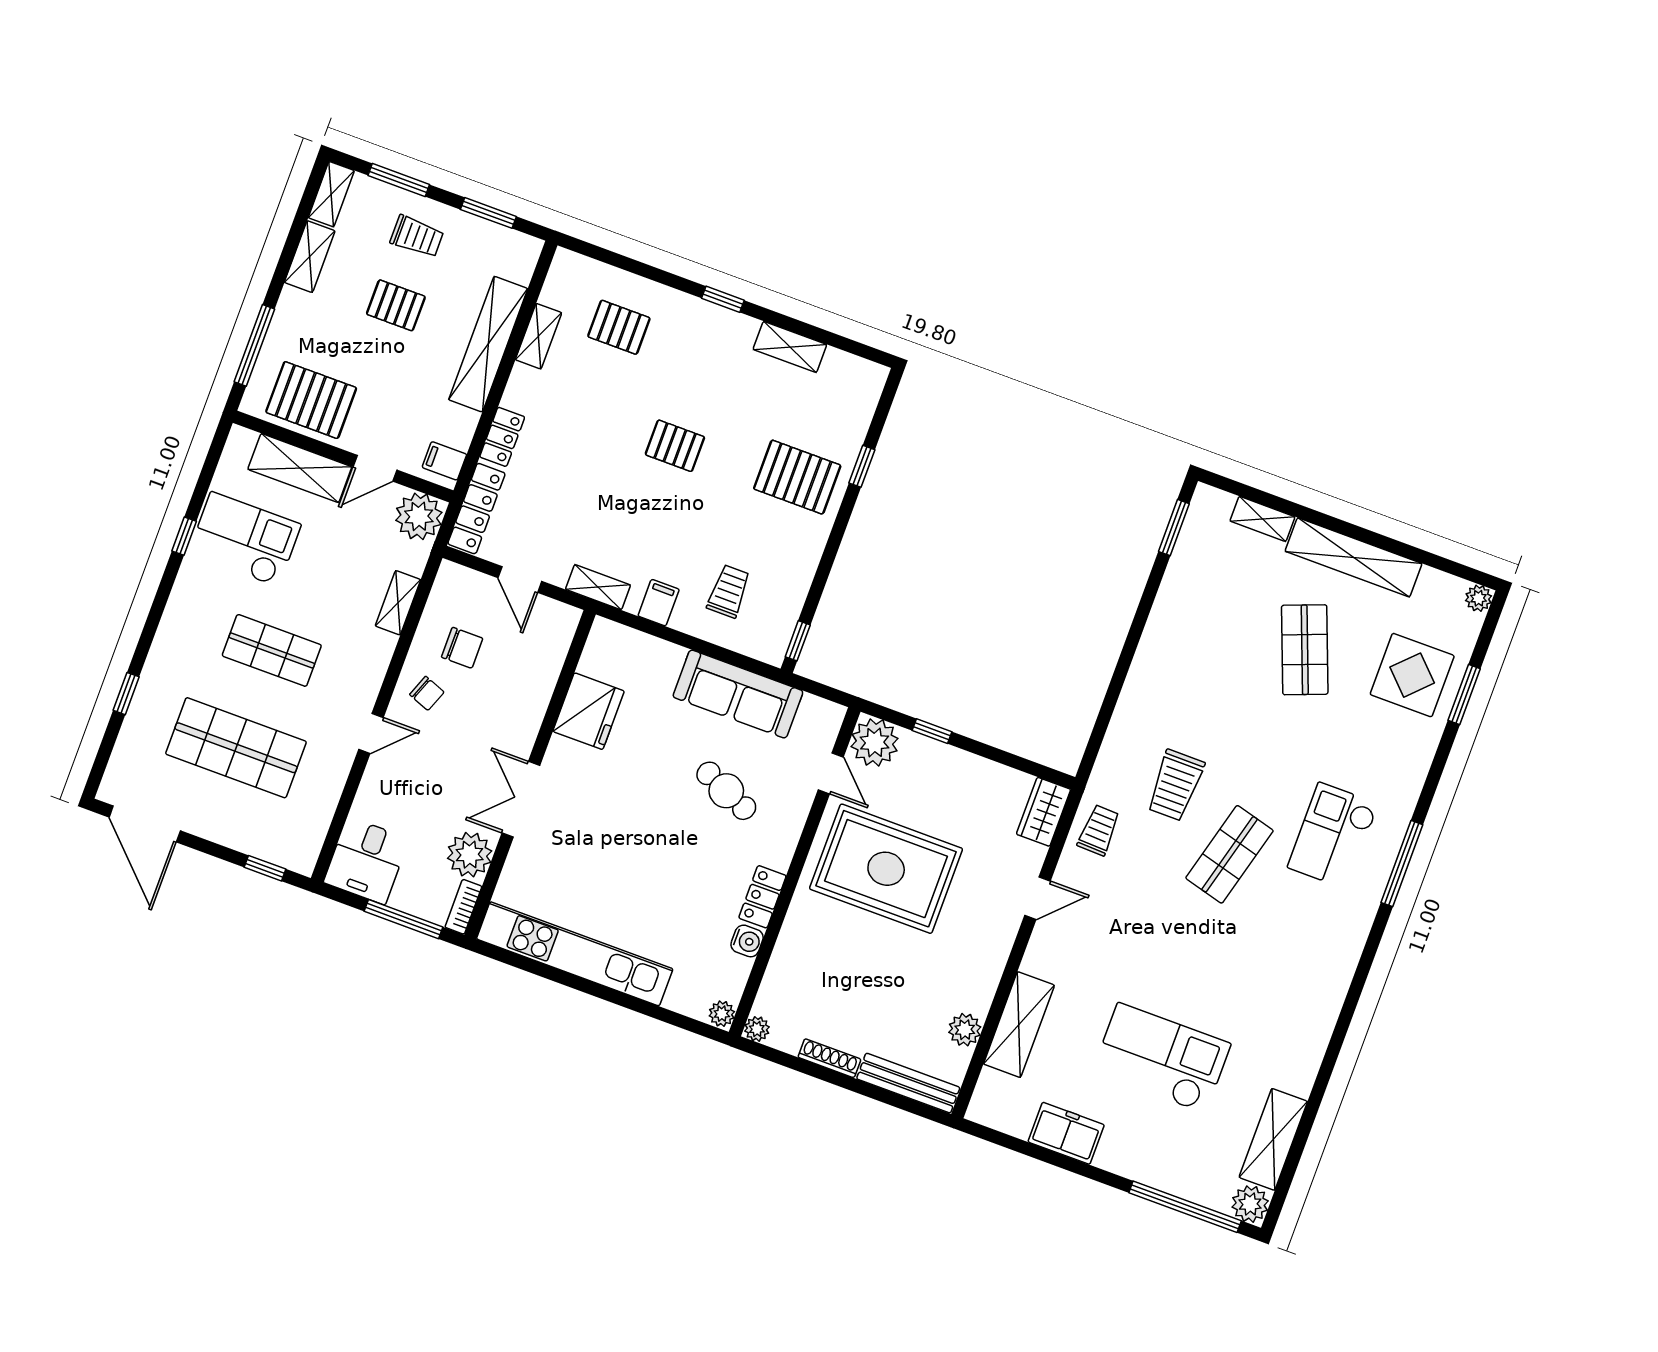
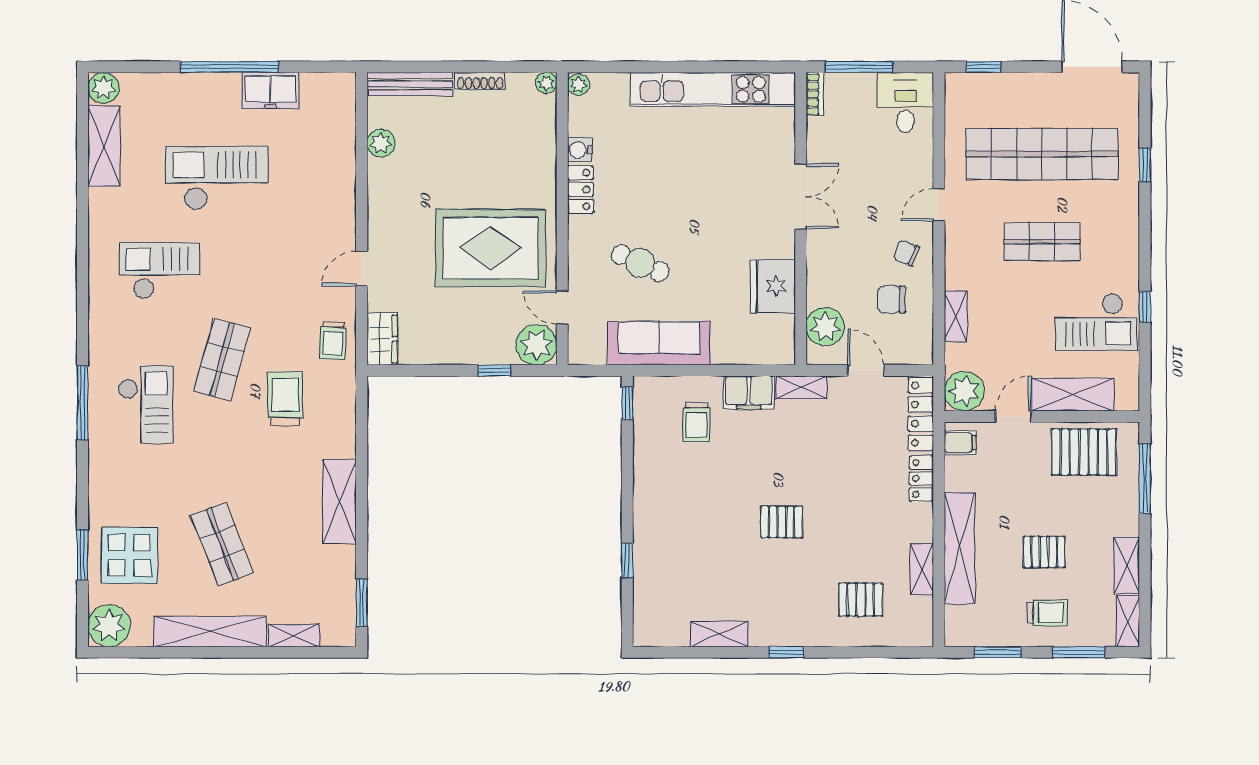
trolley: (417, 236) -> (1048, 613), turned 180
pallet: (797, 477) -> (675, 533), removed
plant: (1479, 598) -> (109, 626), width x1.88, depth x1.88
filing cabinet: (659, 603) -> (749, 393), width x2.00
shop shelf: (236, 748) -> (1042, 154), width x1.40
plant: (470, 855) -> (825, 327), moved
checkout: (1262, 978) -> (160, 271), added
shelving: (1019, 1025) -> (339, 502), moved
checkout: (1162, 1058) -> (216, 178), turned 180
window: (1185, 1207) -> (230, 67), moved

